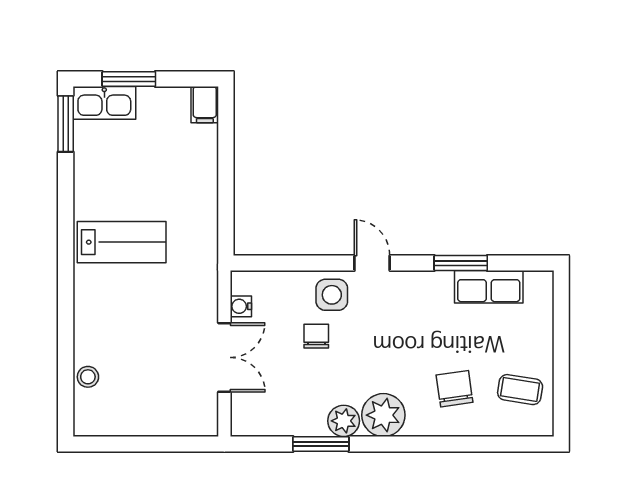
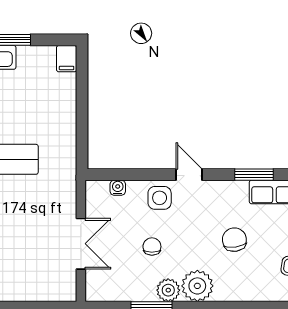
water cooler: (241, 306) -> (118, 188), moved, turned 90
chair: (316, 336) -> (152, 247), moved
chair: (455, 389) -> (234, 240), moved

